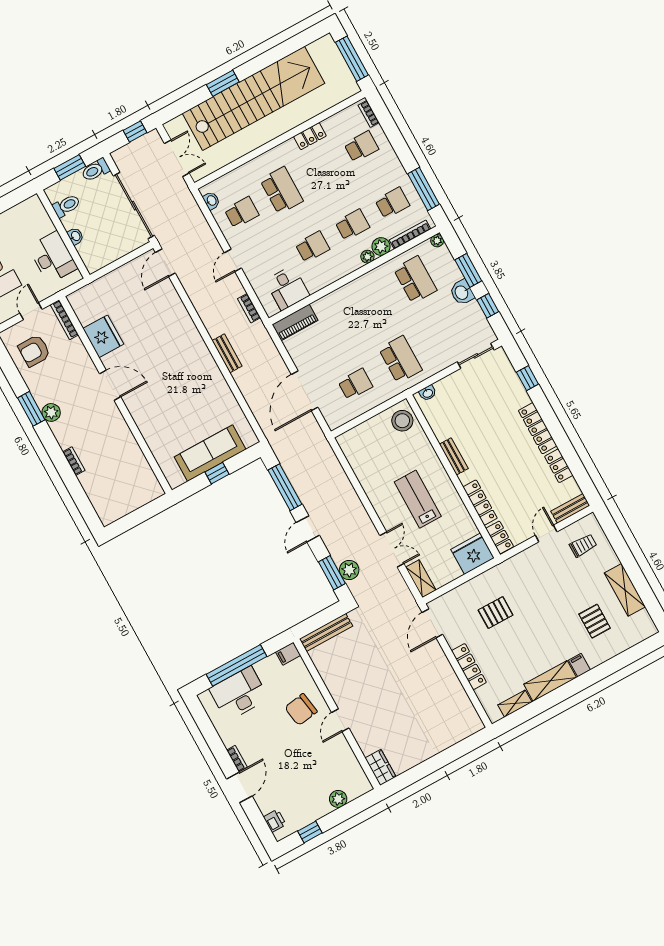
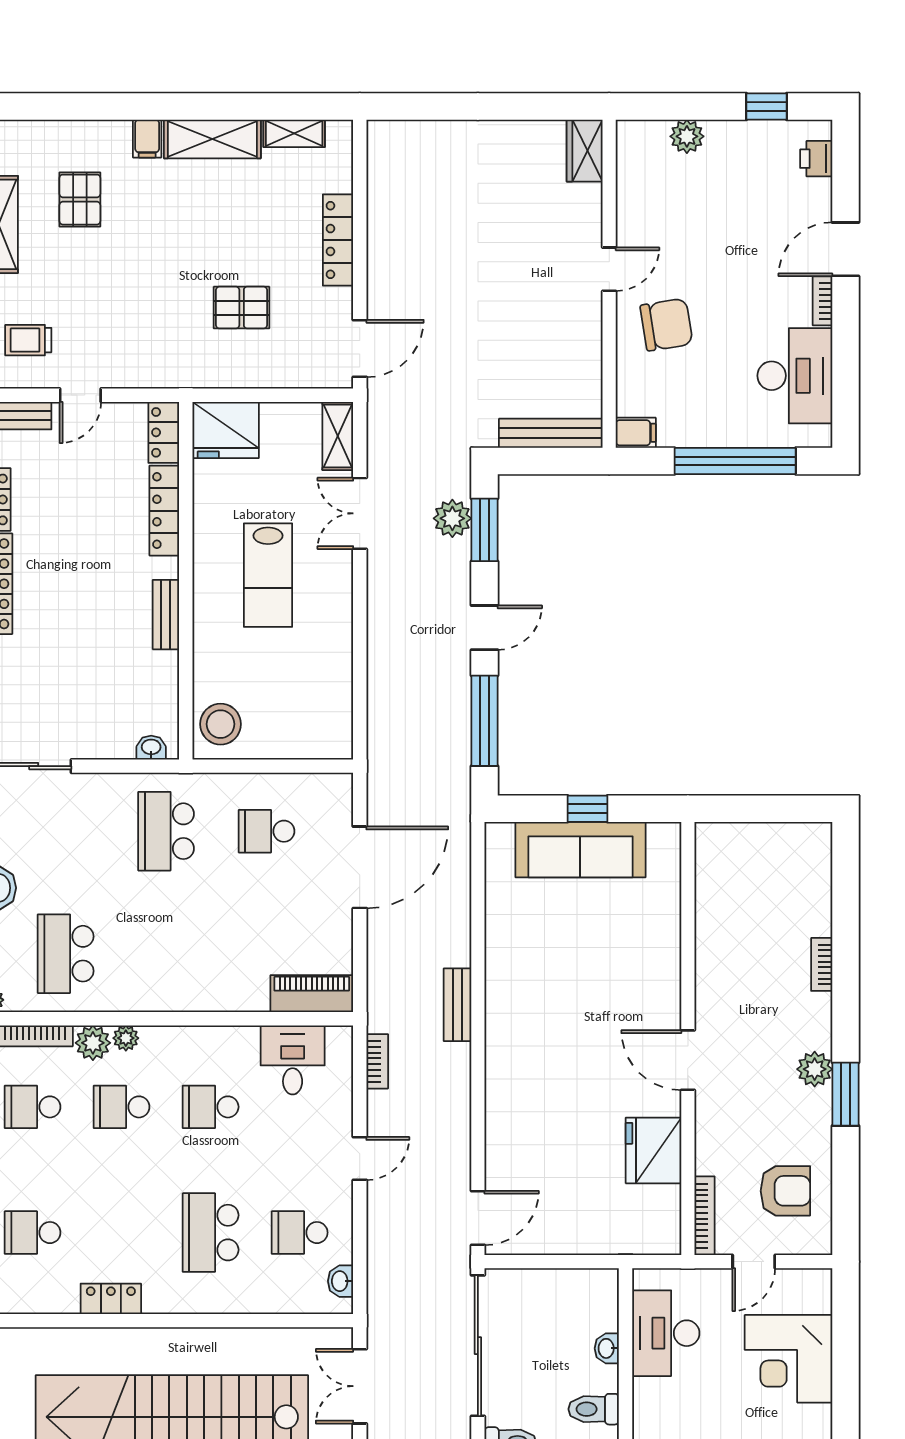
desk: (239, 694) -> (795, 376), moved, turned -90

